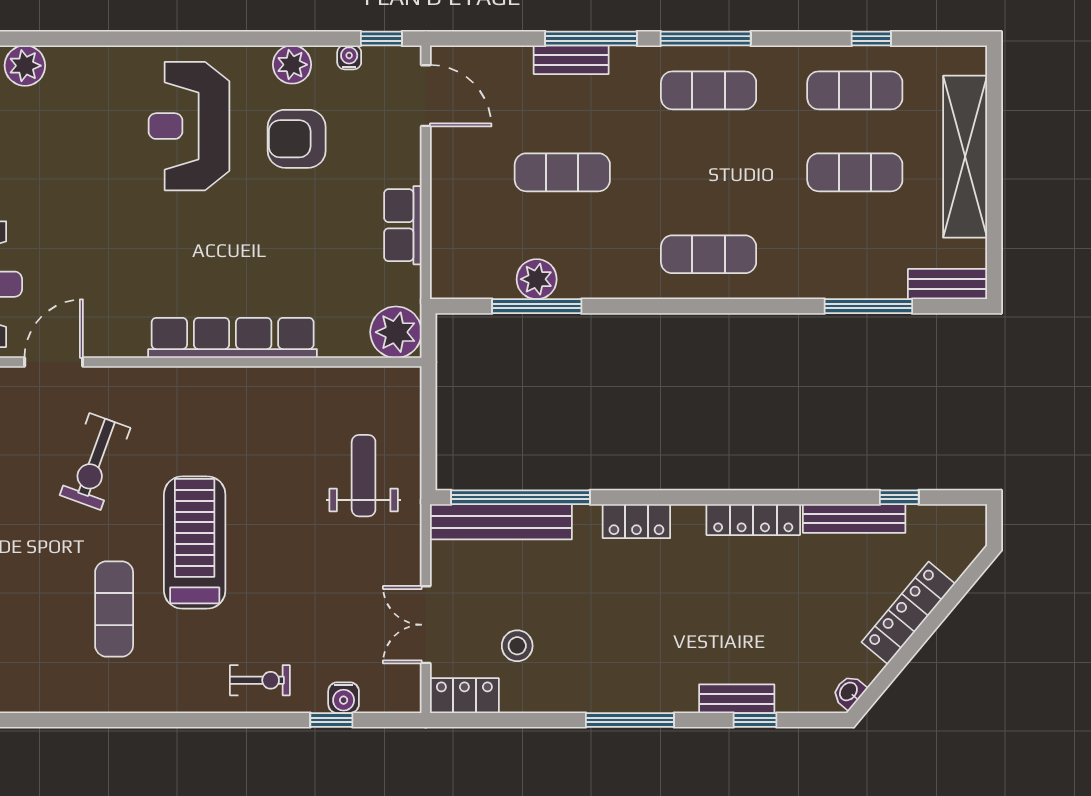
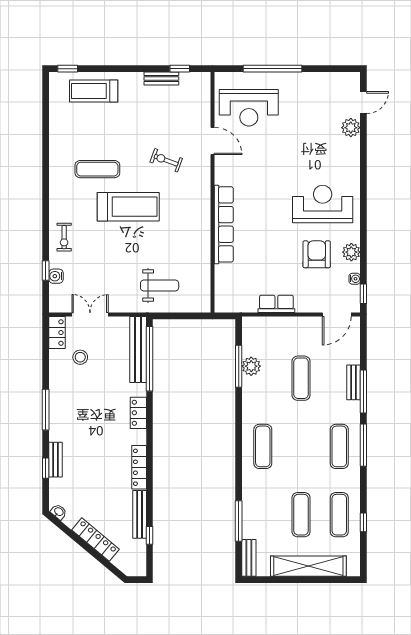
plant: (396, 332) -> (226, 301), removed
exercise bike: (95, 462) -> (166, 160), width x0.73, depth x0.72

